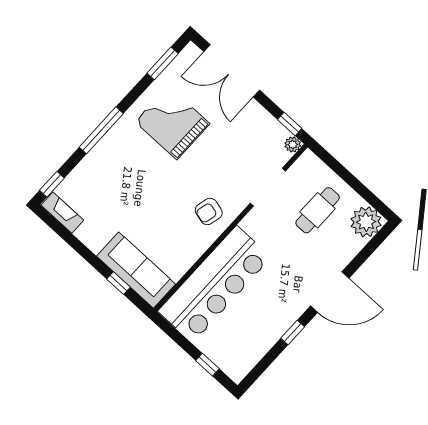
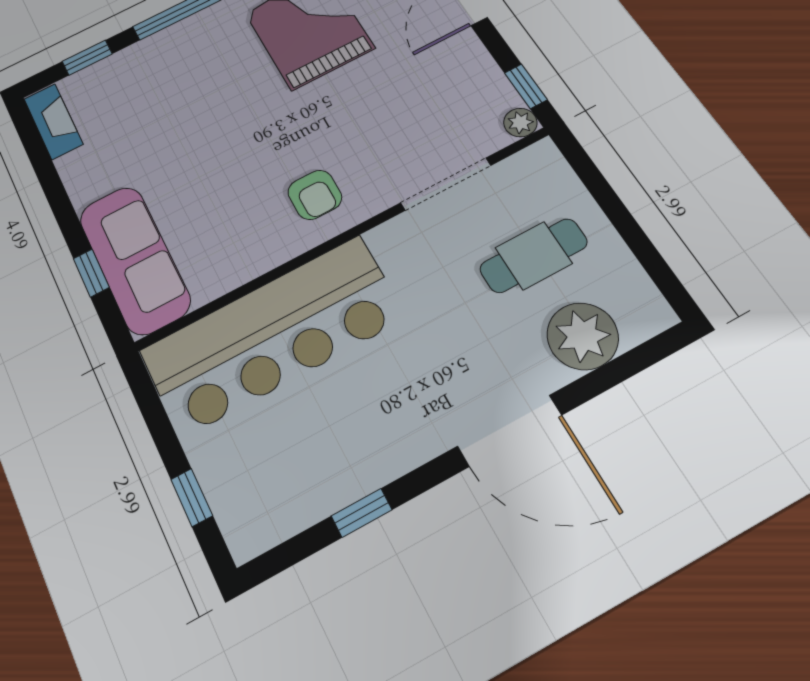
window: (52, 184) -> (87, 58), moved
armchair: (209, 211) -> (315, 195), turned -104
plant: (366, 222) -> (583, 336), moved
window: (293, 333) -> (362, 513), moved

